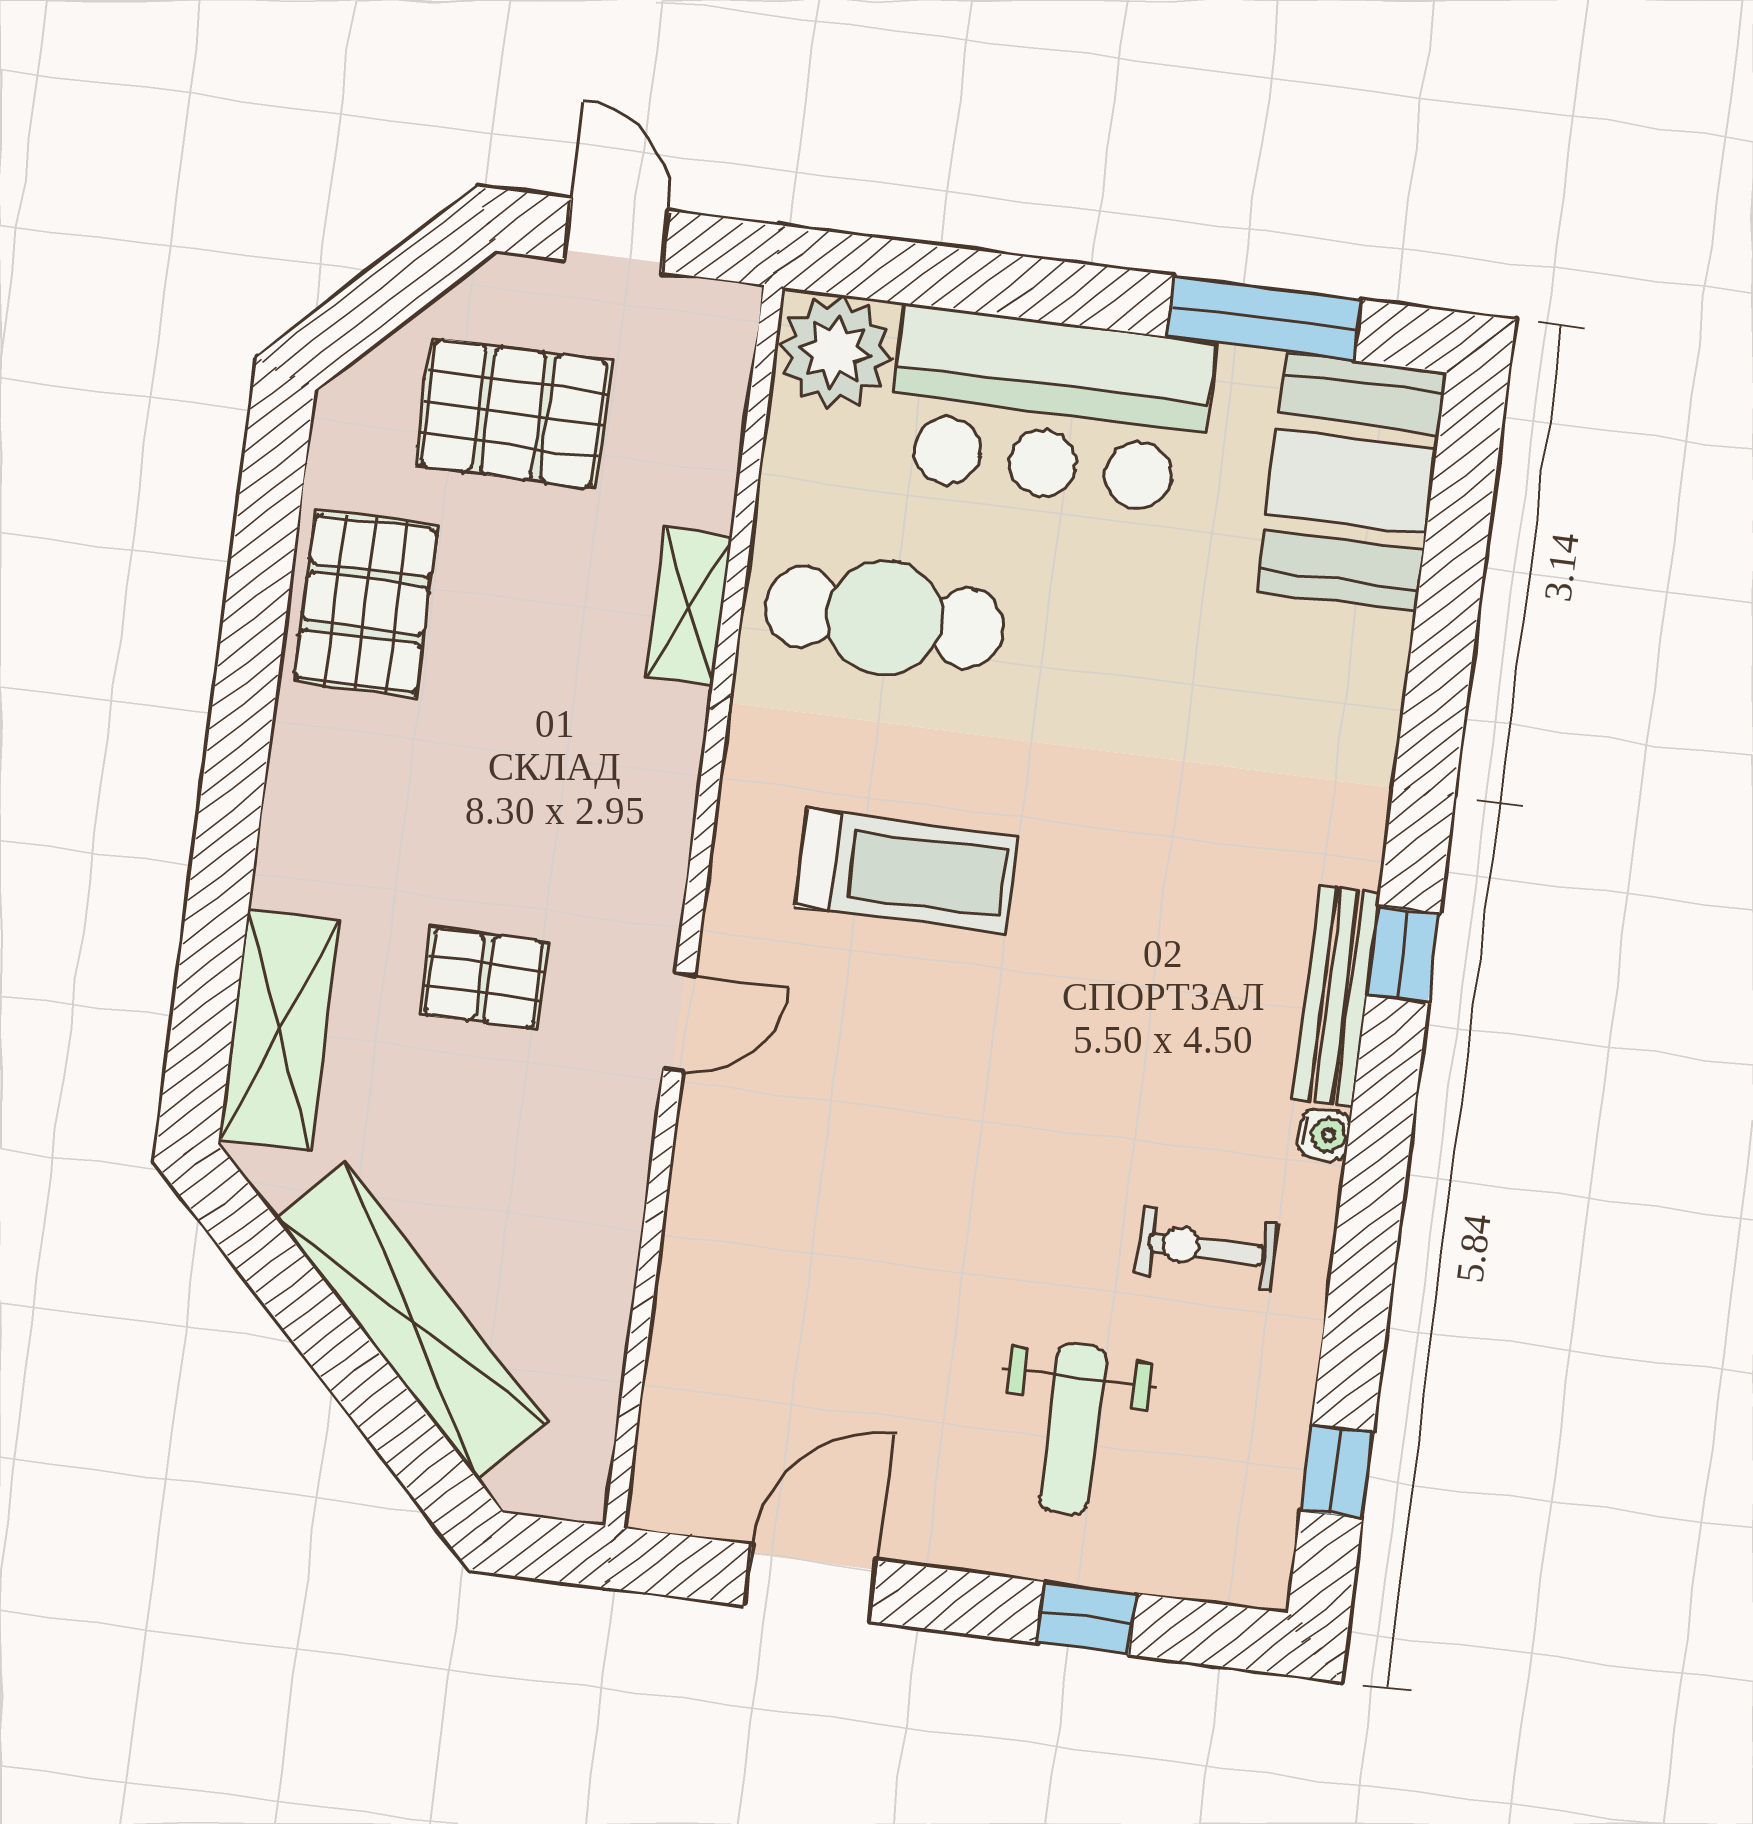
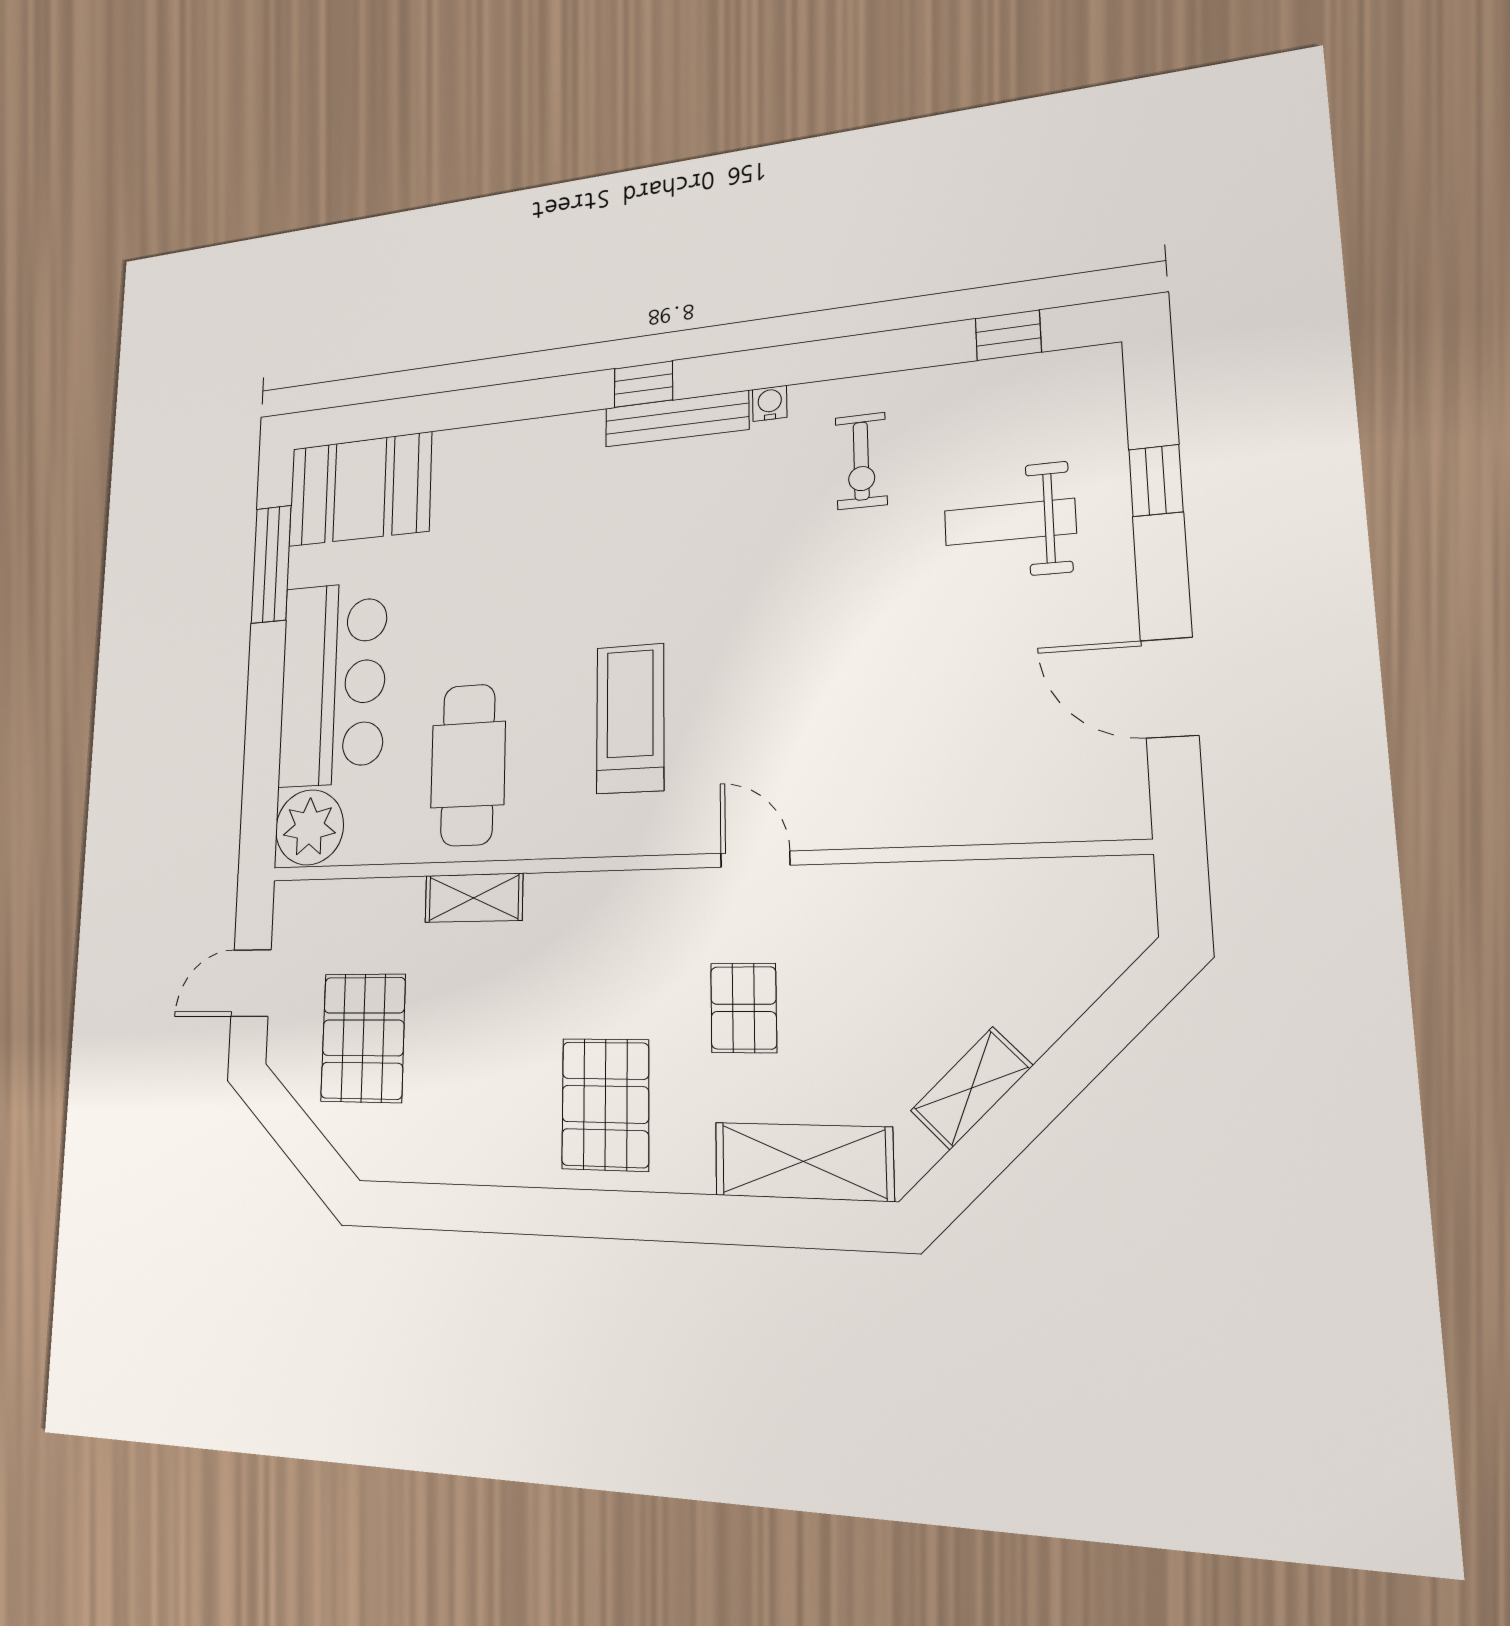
pallet: (366, 603) -> (605, 1104), moved, turned 90
shelving: (411, 1321) -> (971, 1088), width x0.45, depth x0.75
weight bench: (1073, 1429) -> (1010, 522), turned 180

